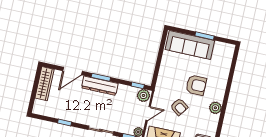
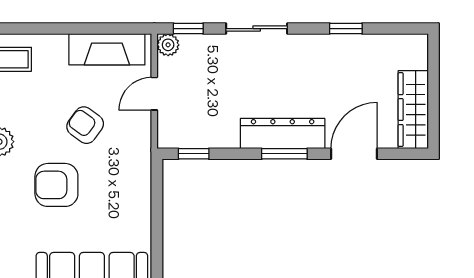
plant: (143, 95) -> (175, 133), removed

